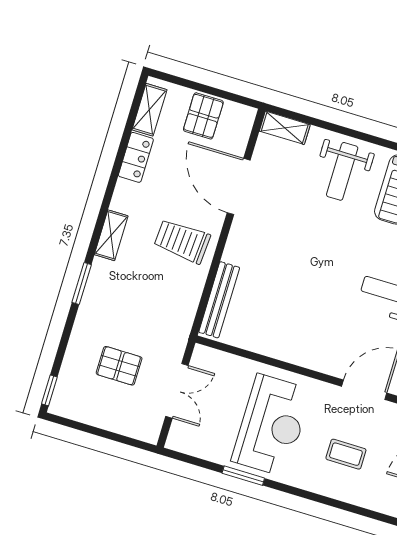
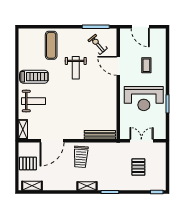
locker: (136, 157) -> (53, 186), removed
reception desk: (272, 425) -> (144, 99), turned 180

